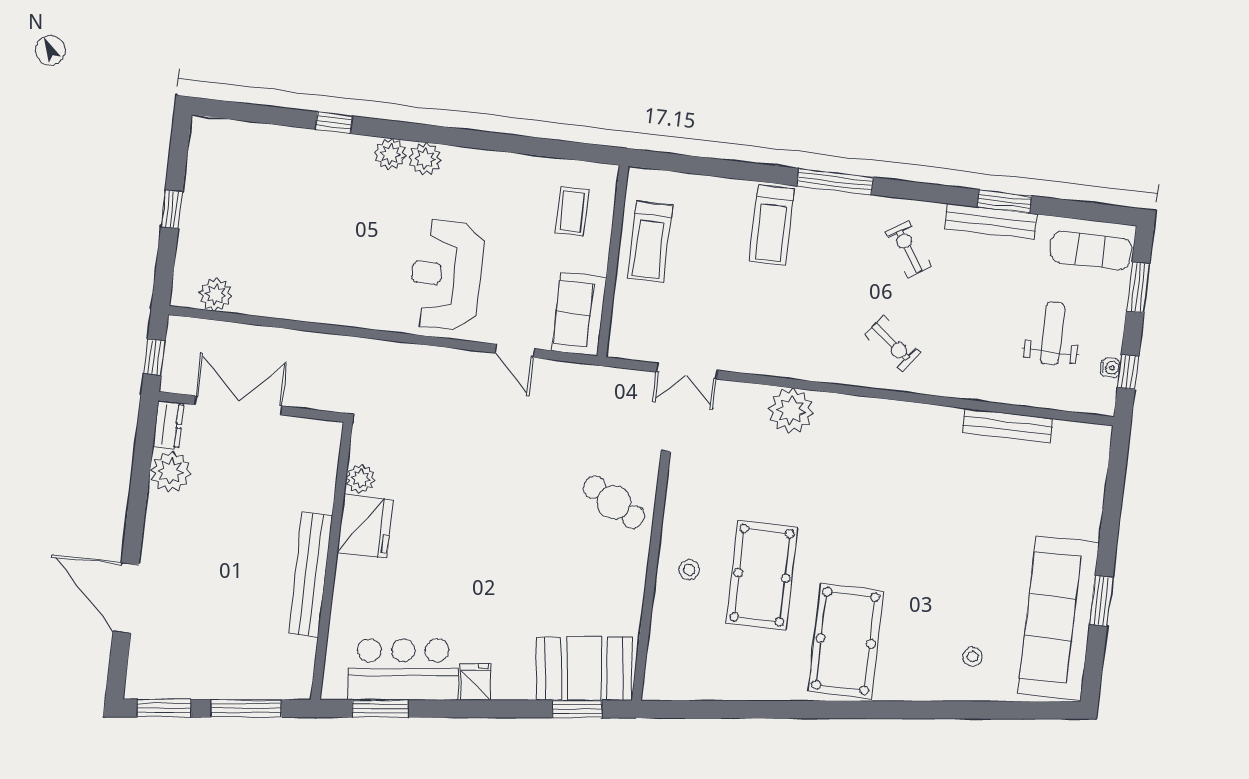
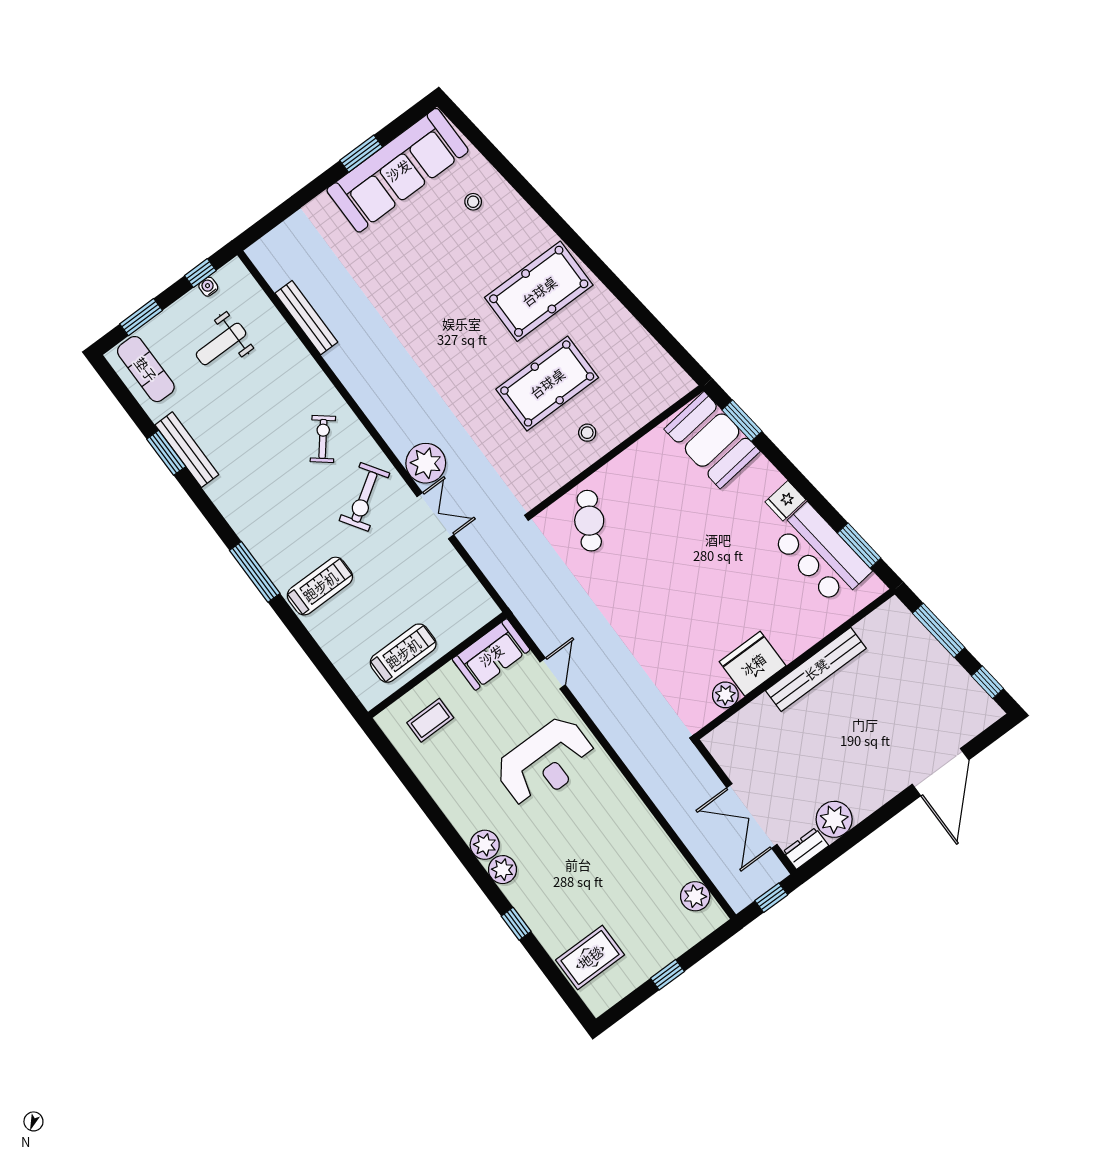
rug: (247, 158) -> (590, 957), added
exercise bike: (908, 249) -> (364, 497), moved, width x1.38, depth x1.39
double door: (687, 371) -> (435, 516), moved
window: (164, 708) -> (987, 682), width x0.67

